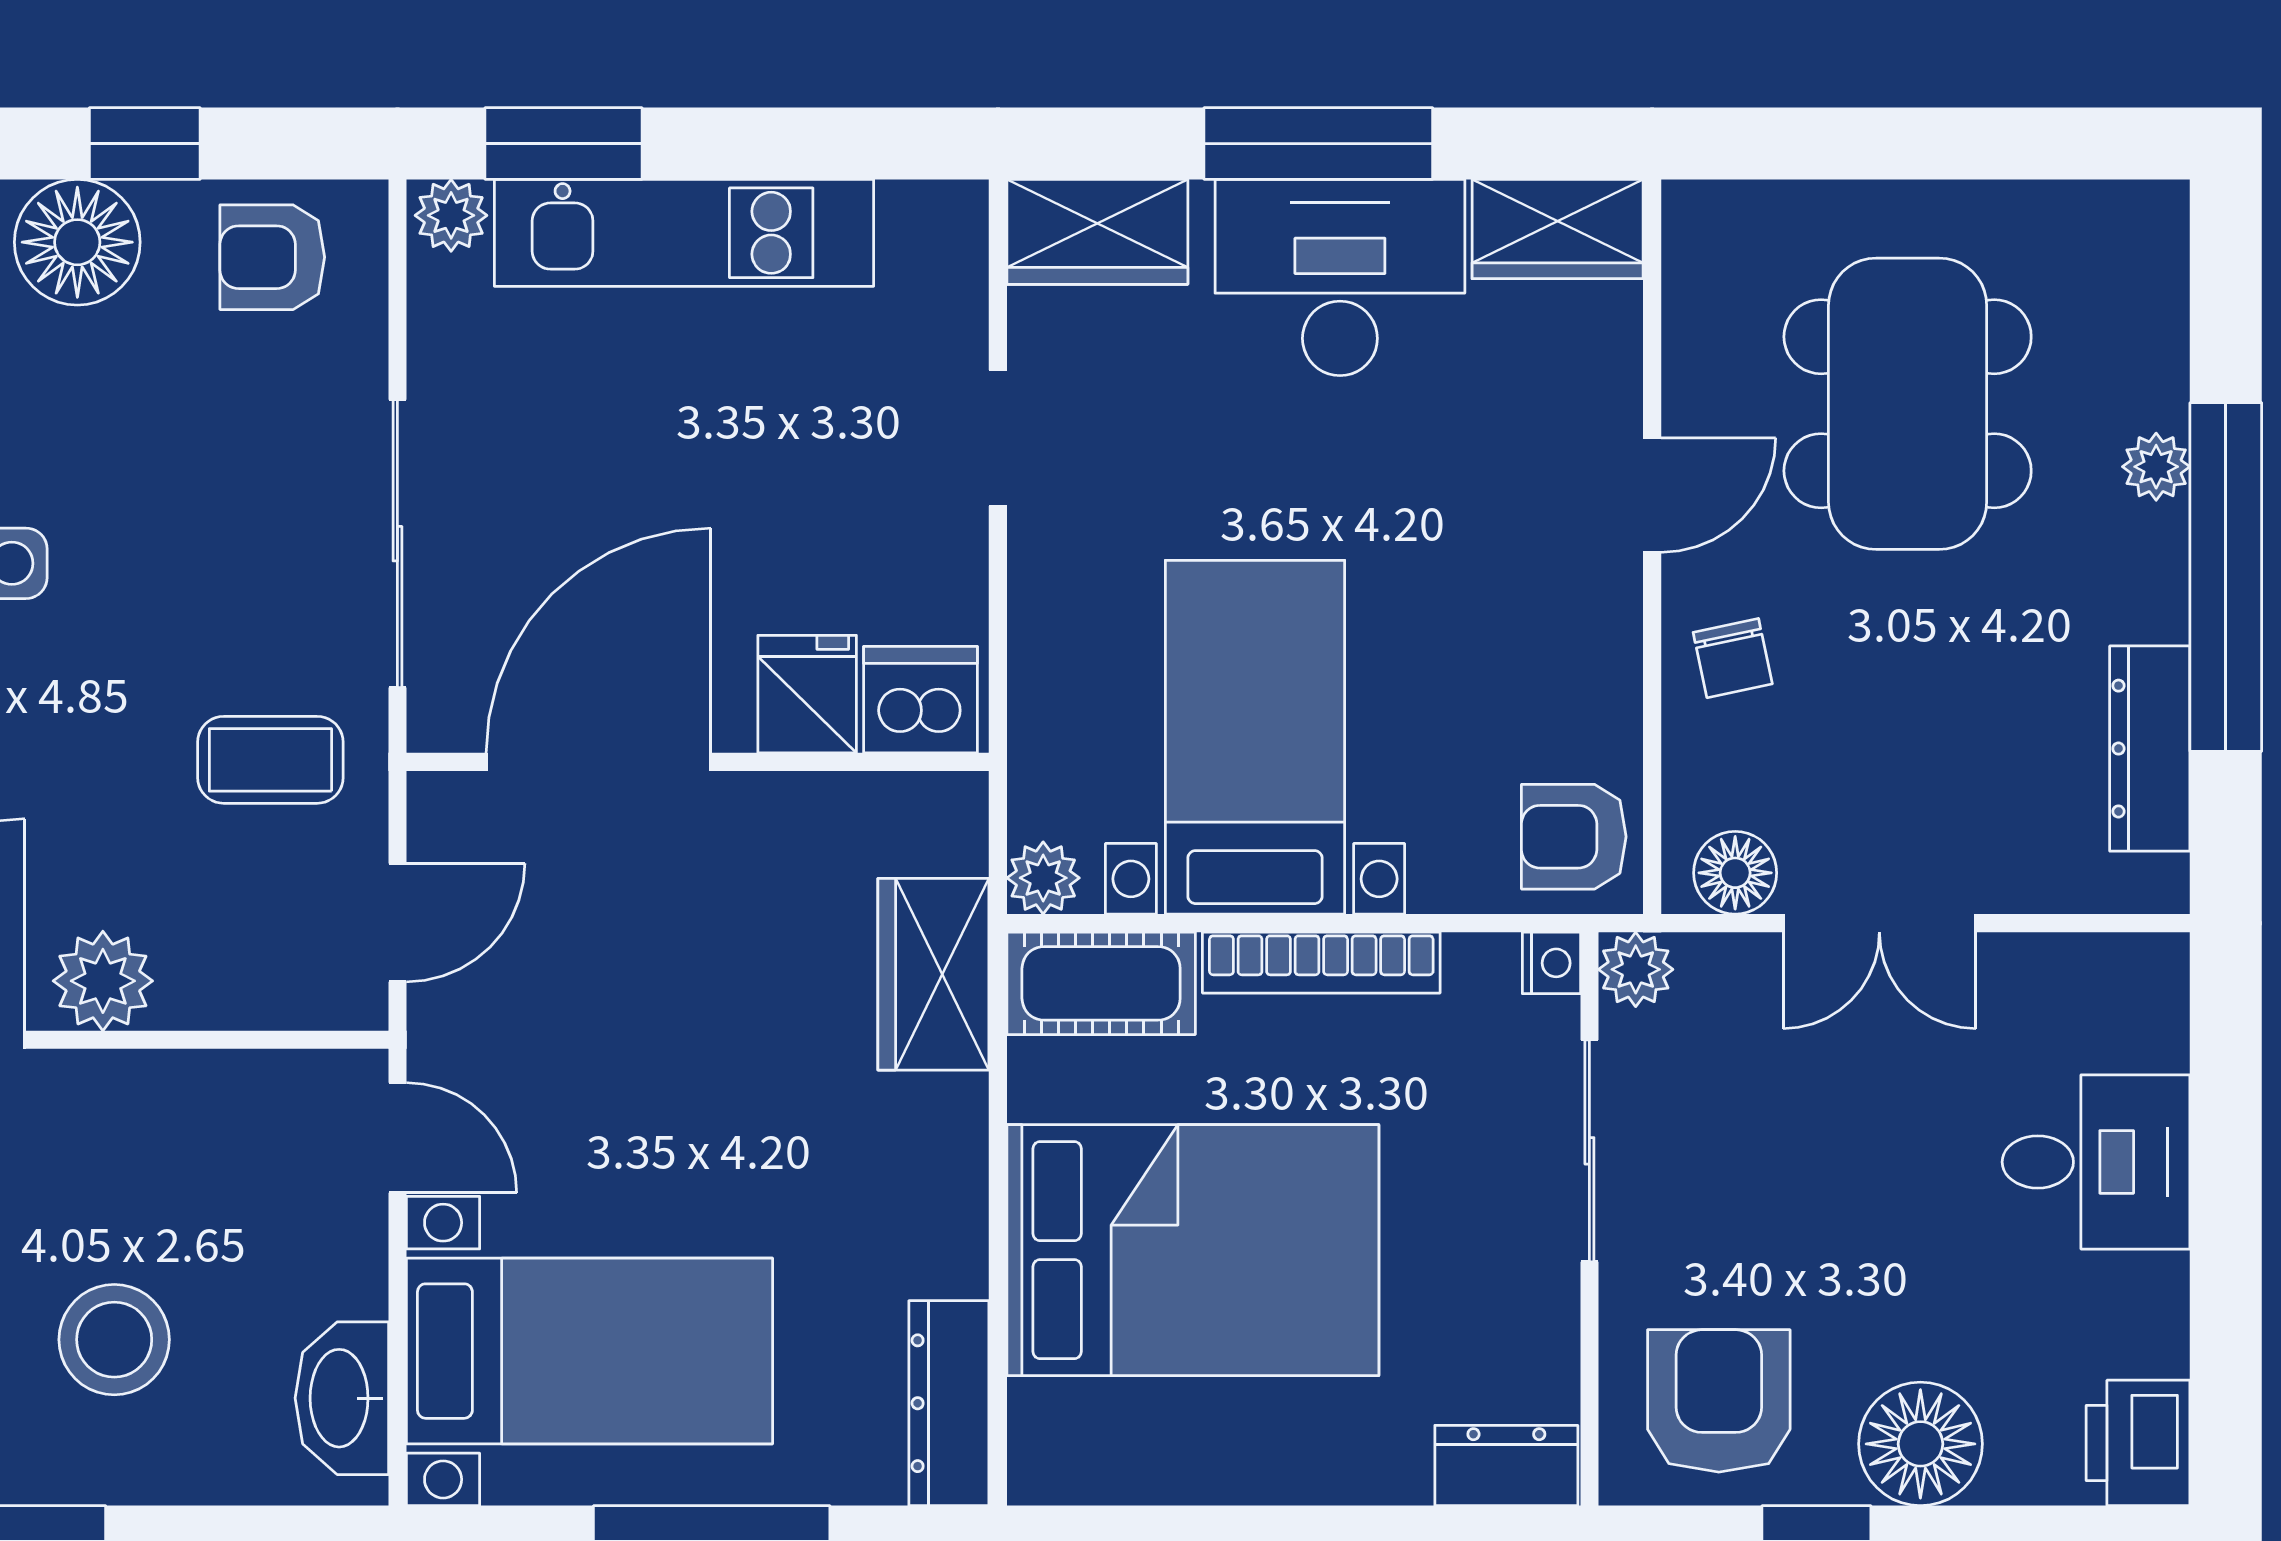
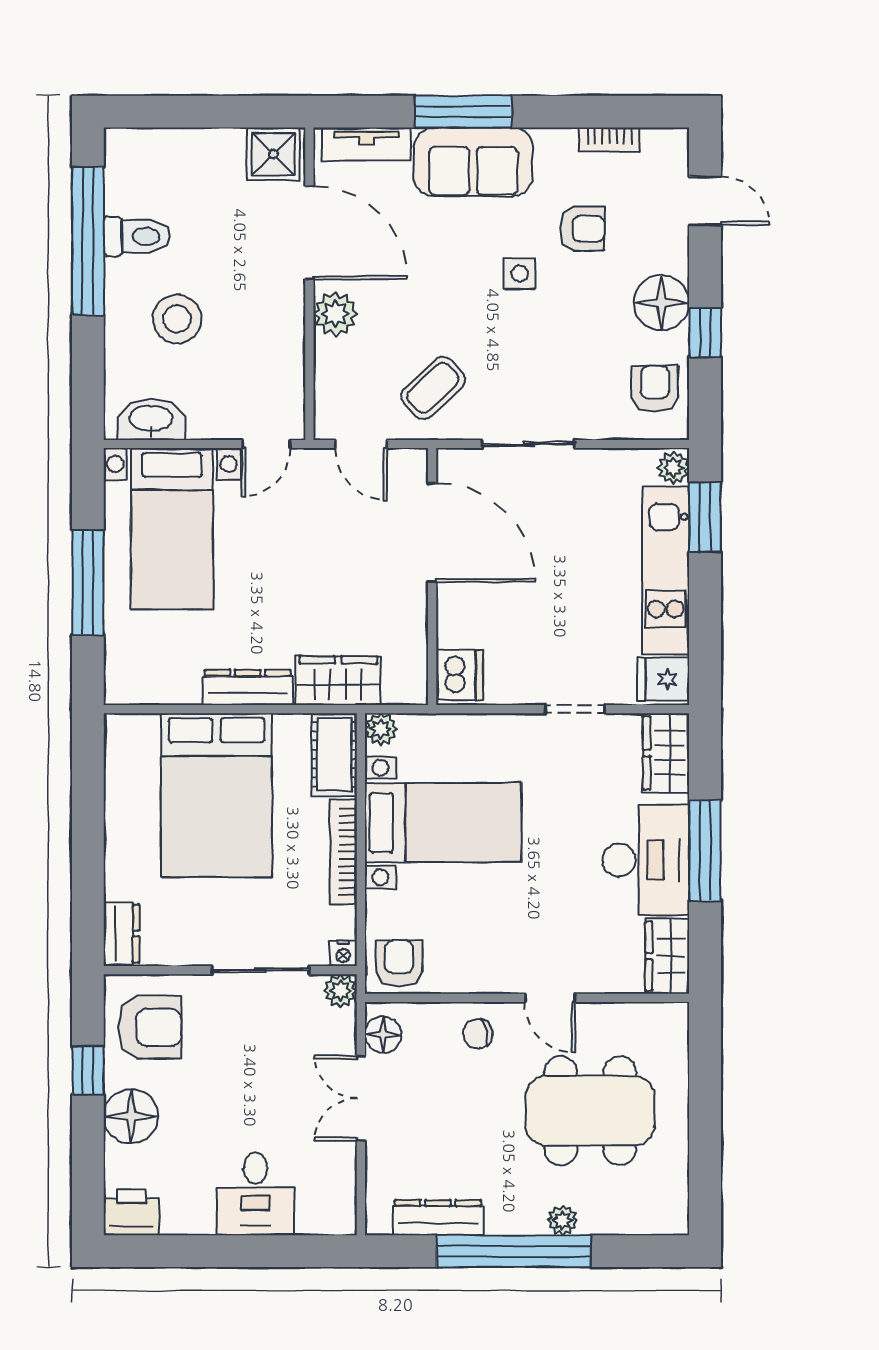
sliding door: (397, 544) -> (528, 444), width x0.73
fridge: (807, 694) -> (663, 679), moved, turned 180
coffee table: (270, 760) -> (433, 388), turned 47
dresser: (949, 1403) -> (248, 687), moved

